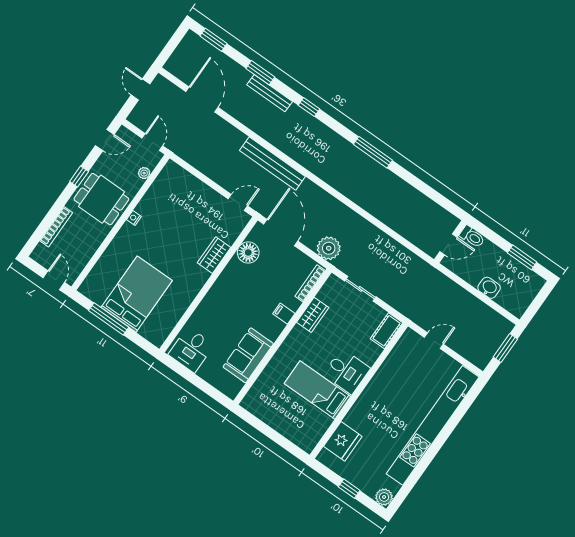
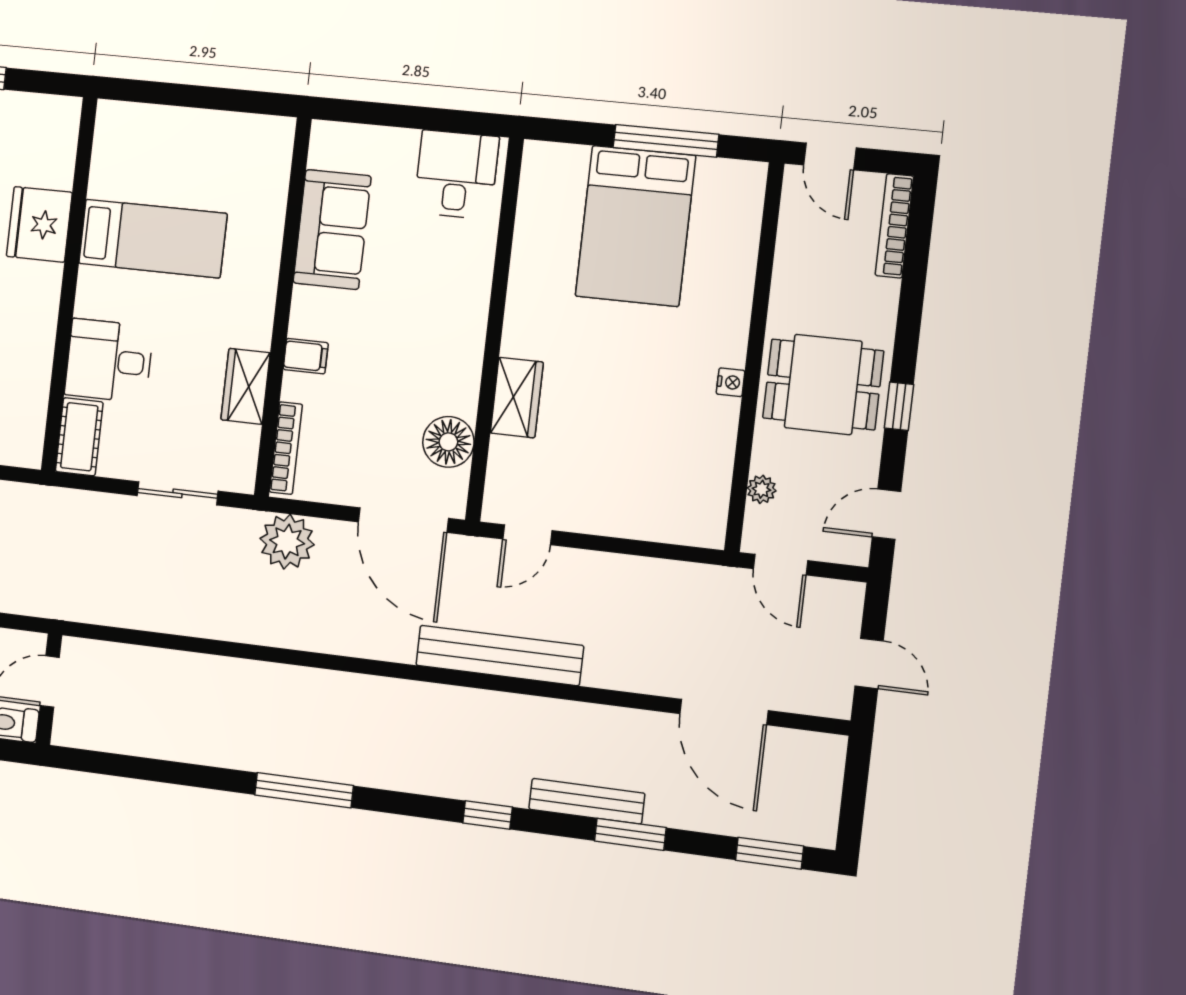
bookcase: (56, 227) -> (894, 226), moved
desk: (347, 371) -> (109, 361), moved
fridge: (343, 441) -> (39, 224), moved

